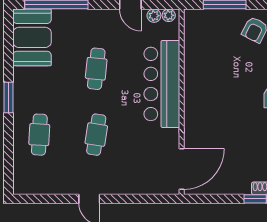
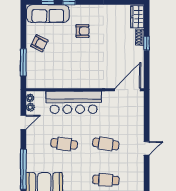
door: (182, 169) -> (128, 90), hinge flipped

